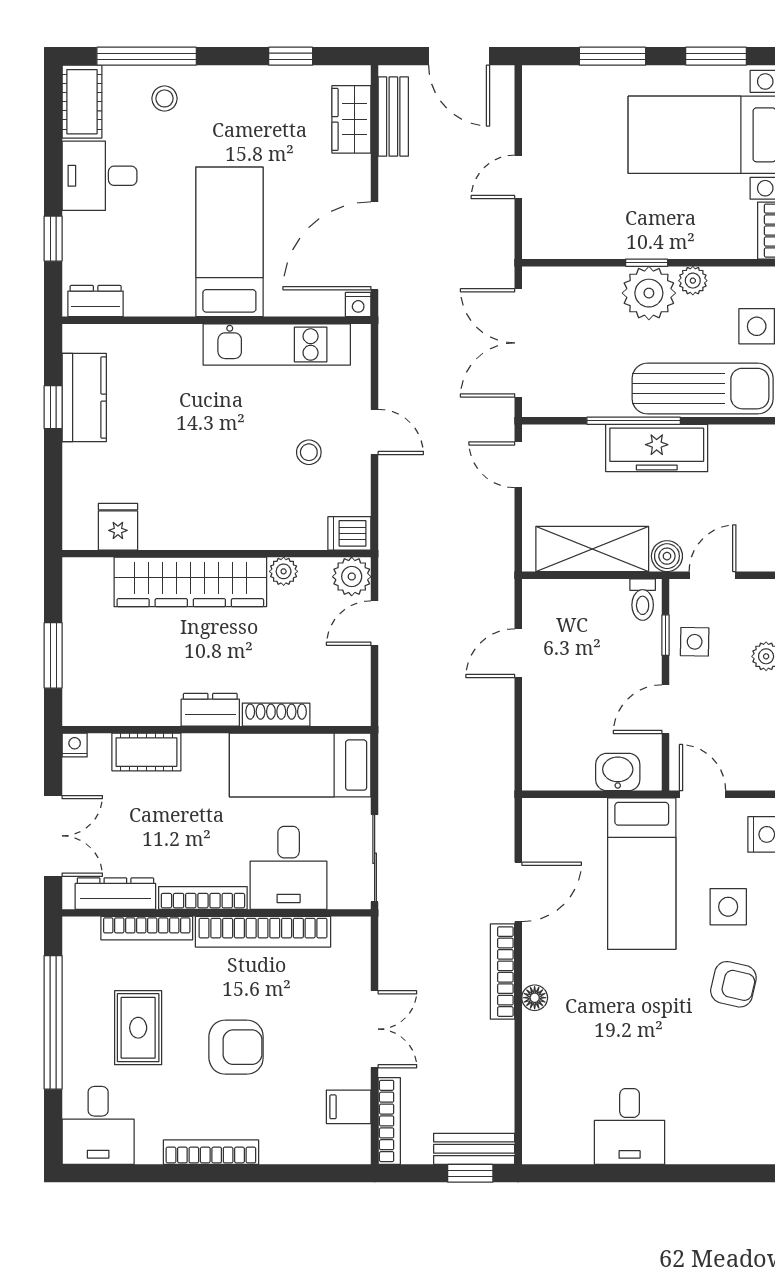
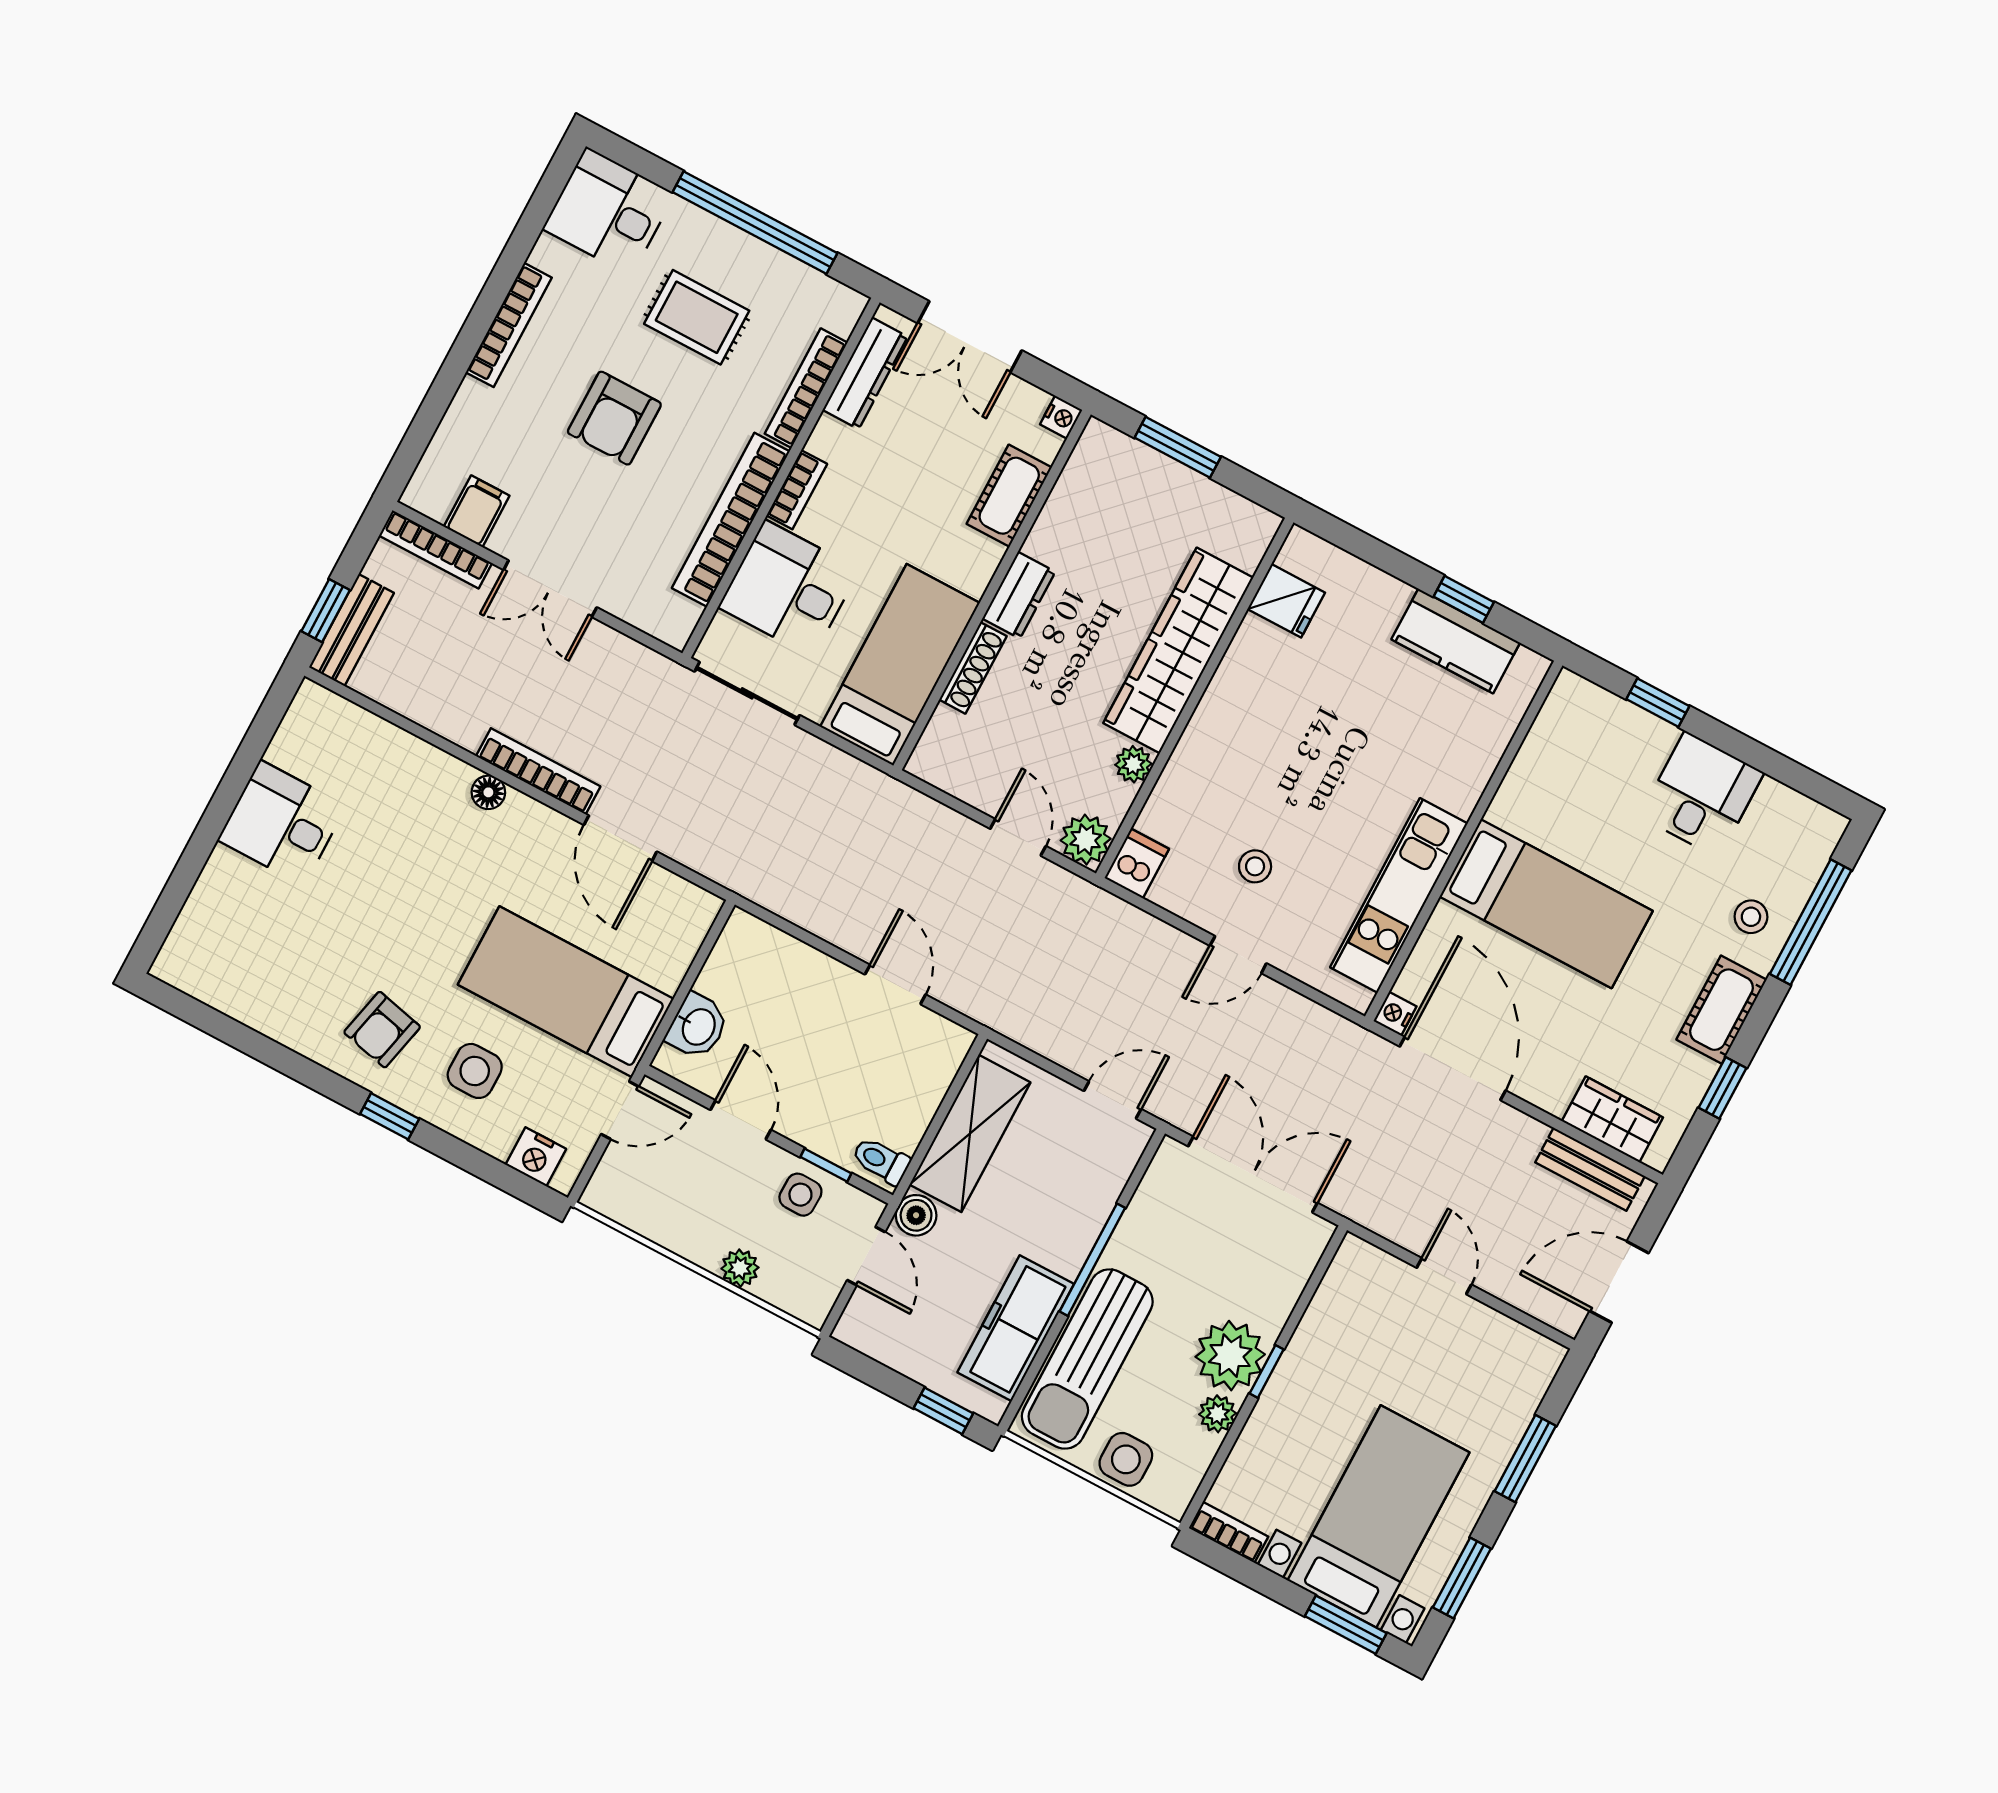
cot: (82, 102) -> (1721, 1010), moved, turned 90
dresser: (96, 301) -> (1560, 713), removed
freezer: (657, 448) -> (1016, 1328), moved
bookcase: (203, 898) -> (797, 490), width x0.64

